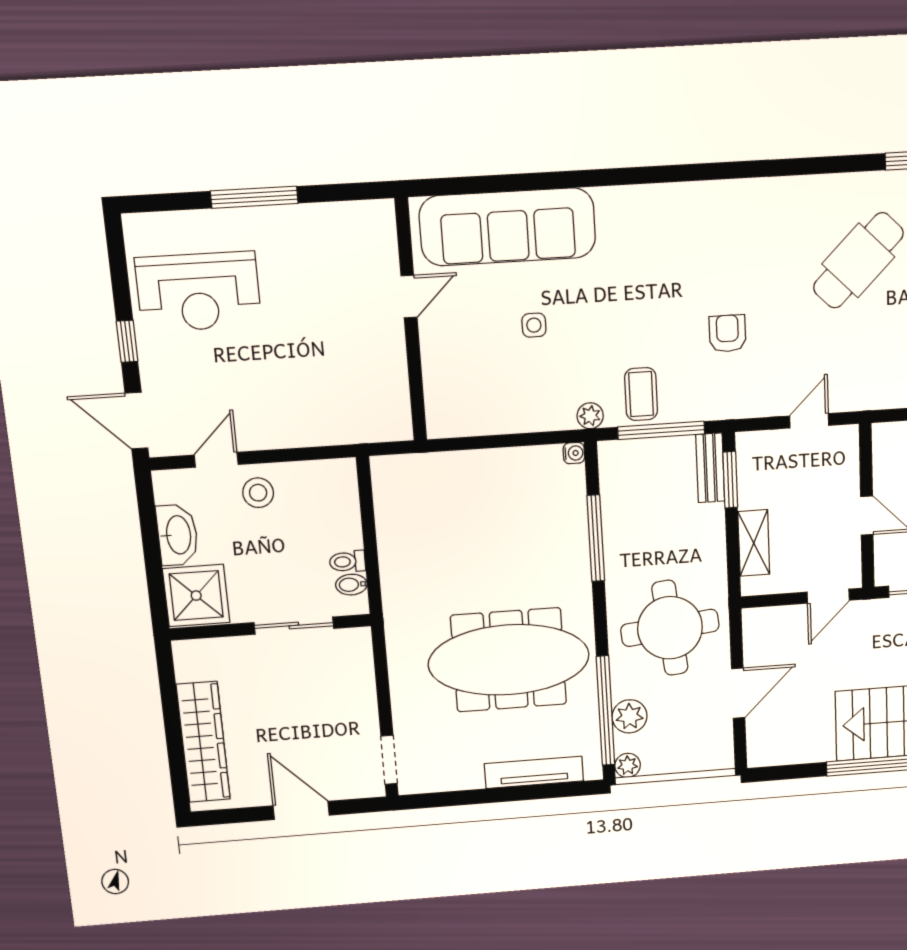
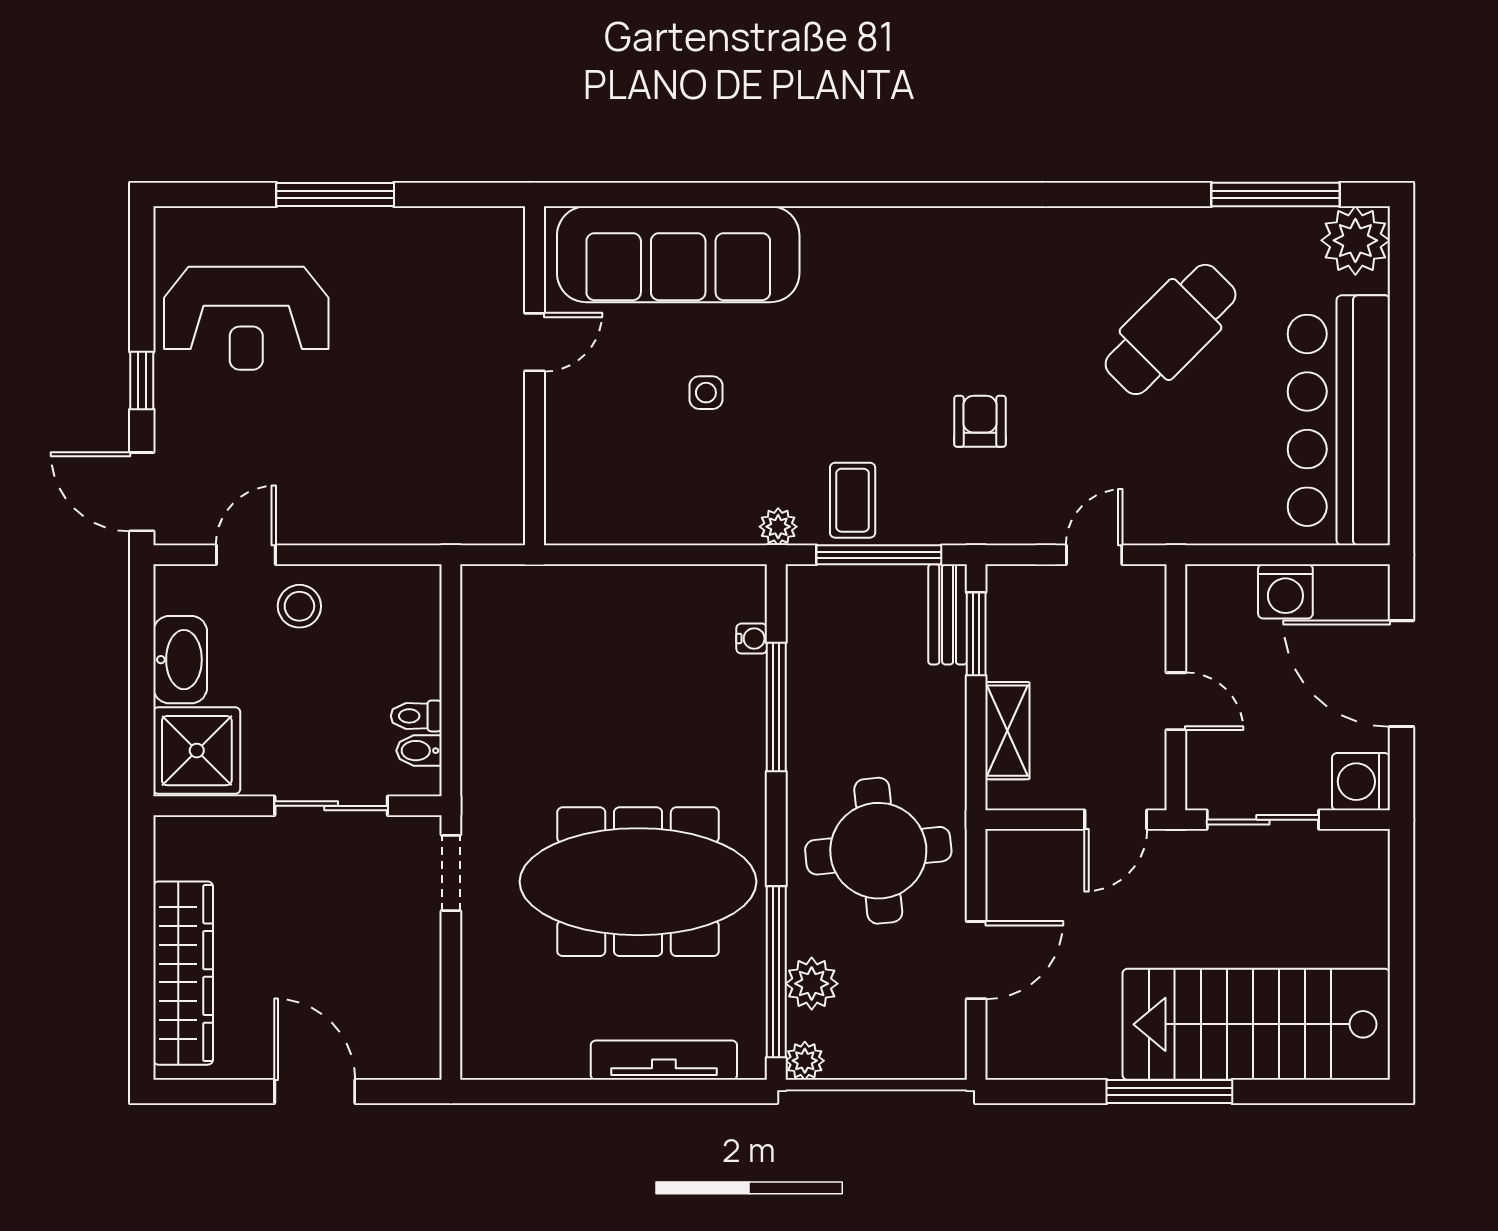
water cooler: (574, 453) -> (752, 639), moved
doorway: (389, 760) -> (451, 873), moved

